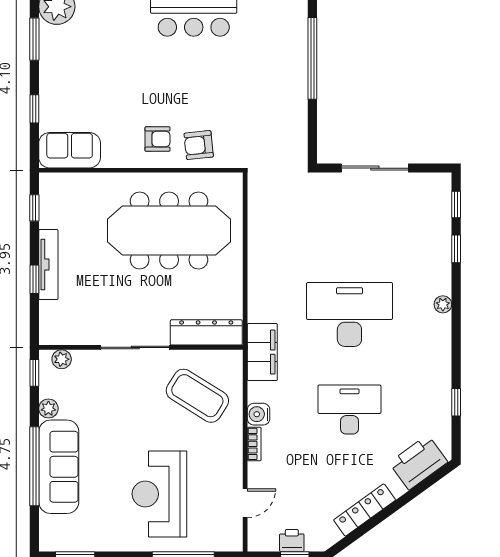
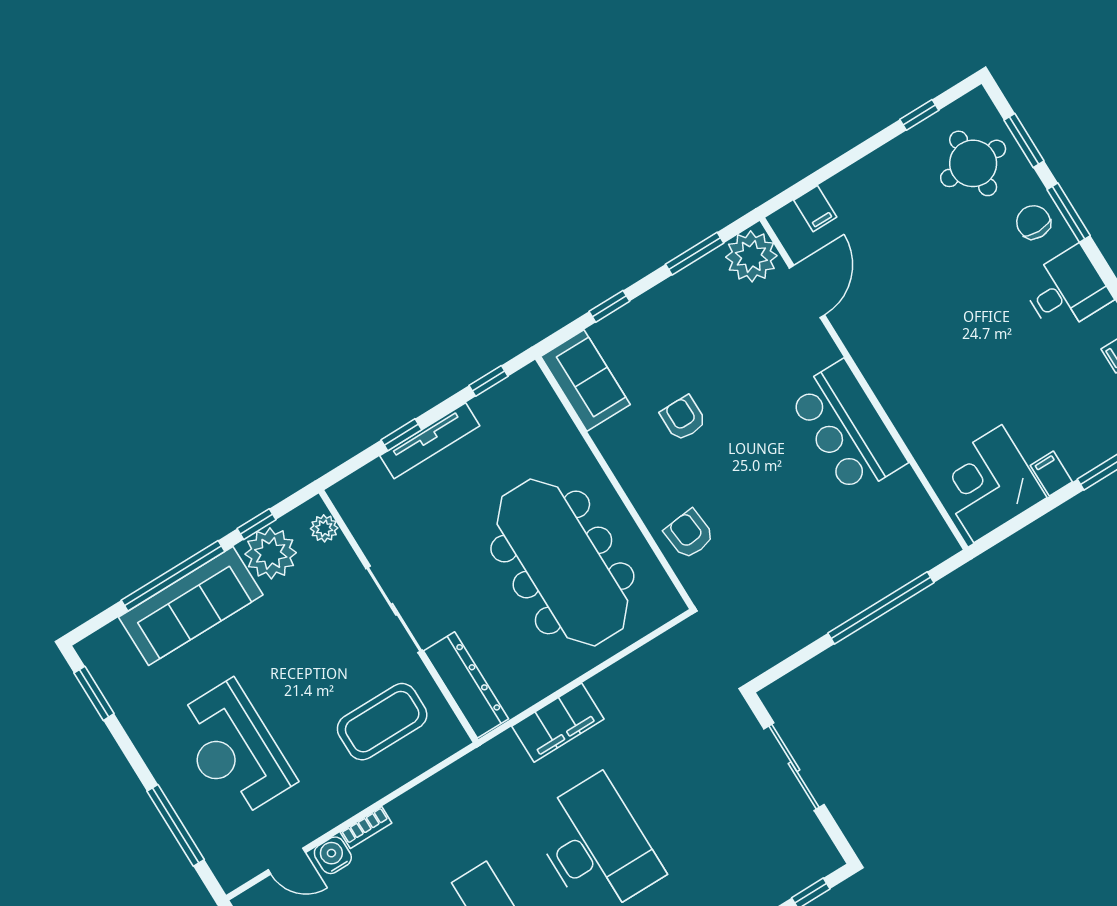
armchair: (157, 139) -> (683, 418), moved, turned 180
filing cabinet: (262, 352) -> (558, 723), moved
window: (34, 373) -> (256, 524), moved
coffee table: (197, 396) -> (382, 722), turned 58
plant: (48, 408) -> (271, 553), width x1.88, depth x1.88
water cooler: (259, 414) -> (333, 855), moved
reception desk: (159, 494) -> (233, 749), turned -90

